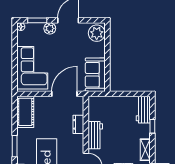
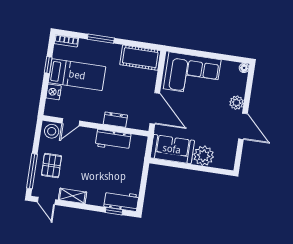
window: (37, 20) -> (249, 89), removed
plant: (97, 33) -> (204, 156), moved
window: (152, 126) -> (114, 211), moved
workbench: (95, 135) -> (113, 140), moved

